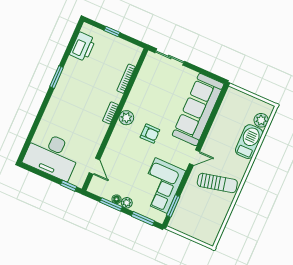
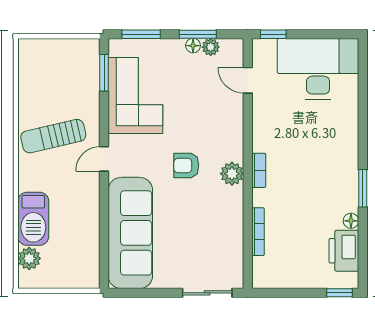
window: (112, 31) -> (340, 293), moved
floor lamp: (71, 62) -> (351, 221), added
plant: (127, 203) -> (211, 47), moved

